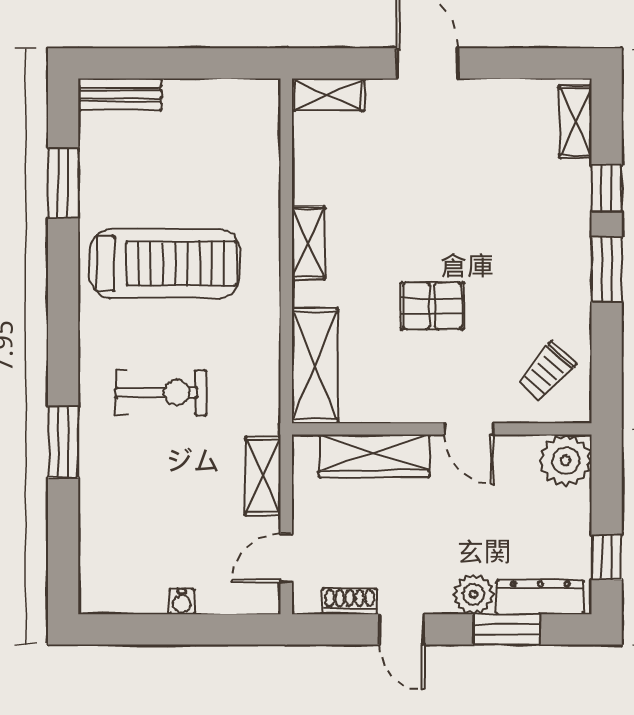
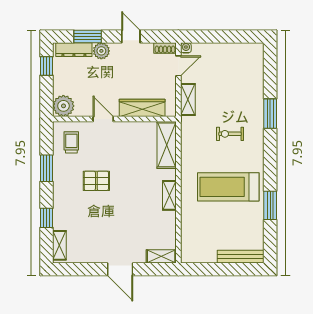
bench: (120, 94) -> (241, 257), width x1.36
window: (63, 183) -> (270, 205), moved
window: (607, 270) -> (47, 168), moved
pallet: (432, 306) -> (96, 181), moved
trolley: (546, 372) -> (71, 142), turned -42
exercise bike: (161, 393) -> (230, 134), width x0.73, depth x0.72
shoe rack: (350, 601) -> (165, 48), moved
water cooler: (182, 602) -> (186, 48), moved

